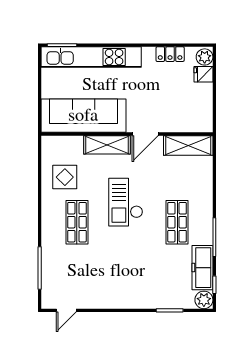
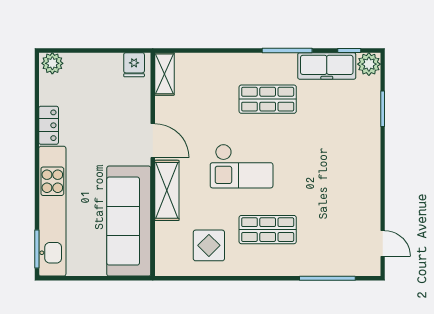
locker: (170, 54) -> (49, 125), moved
fridge: (203, 74) -> (134, 65), moved
shelving: (188, 145) -> (164, 74), width x0.67, depth x0.75

